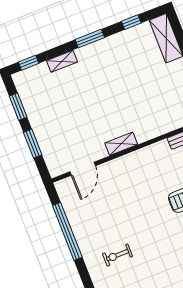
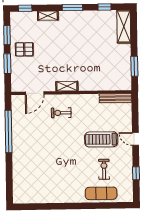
pallet: (48, 117) -> (24, 49), added
exercise bike: (117, 255) -> (61, 113), moved

